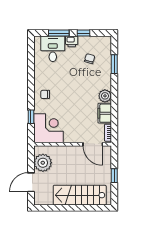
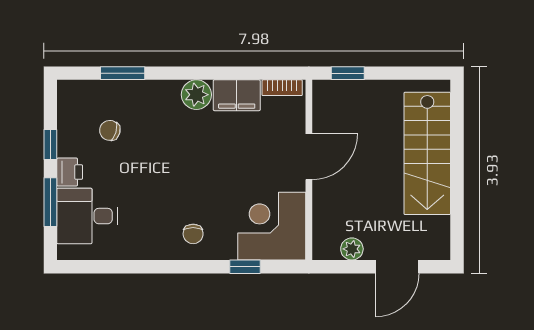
door: (93, 144) -> (309, 157), moved
plant: (43, 163) -> (352, 249), width x0.53, depth x0.53
window: (114, 176) -> (348, 73), moved
door: (31, 182) -> (397, 267), hinge flipped

